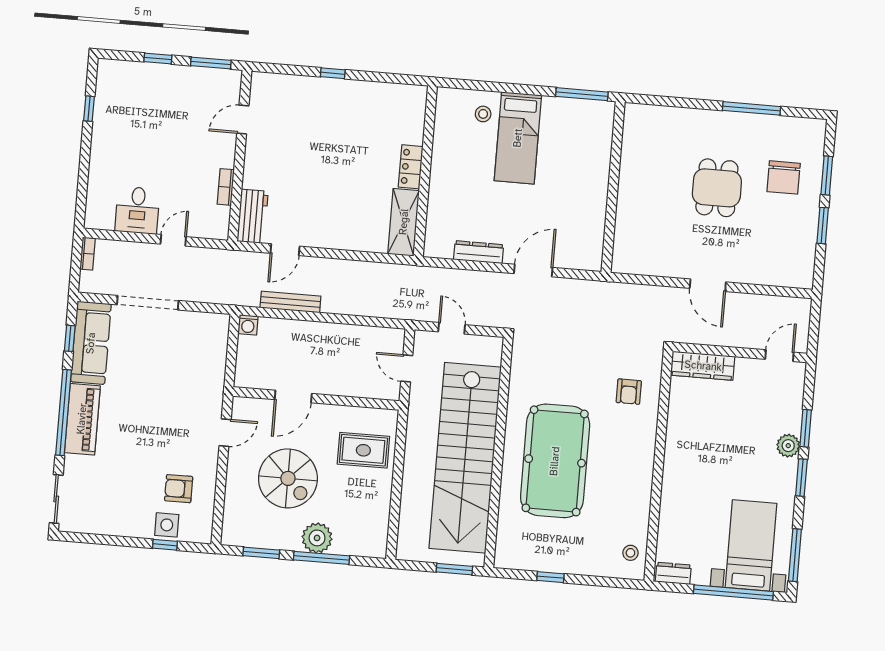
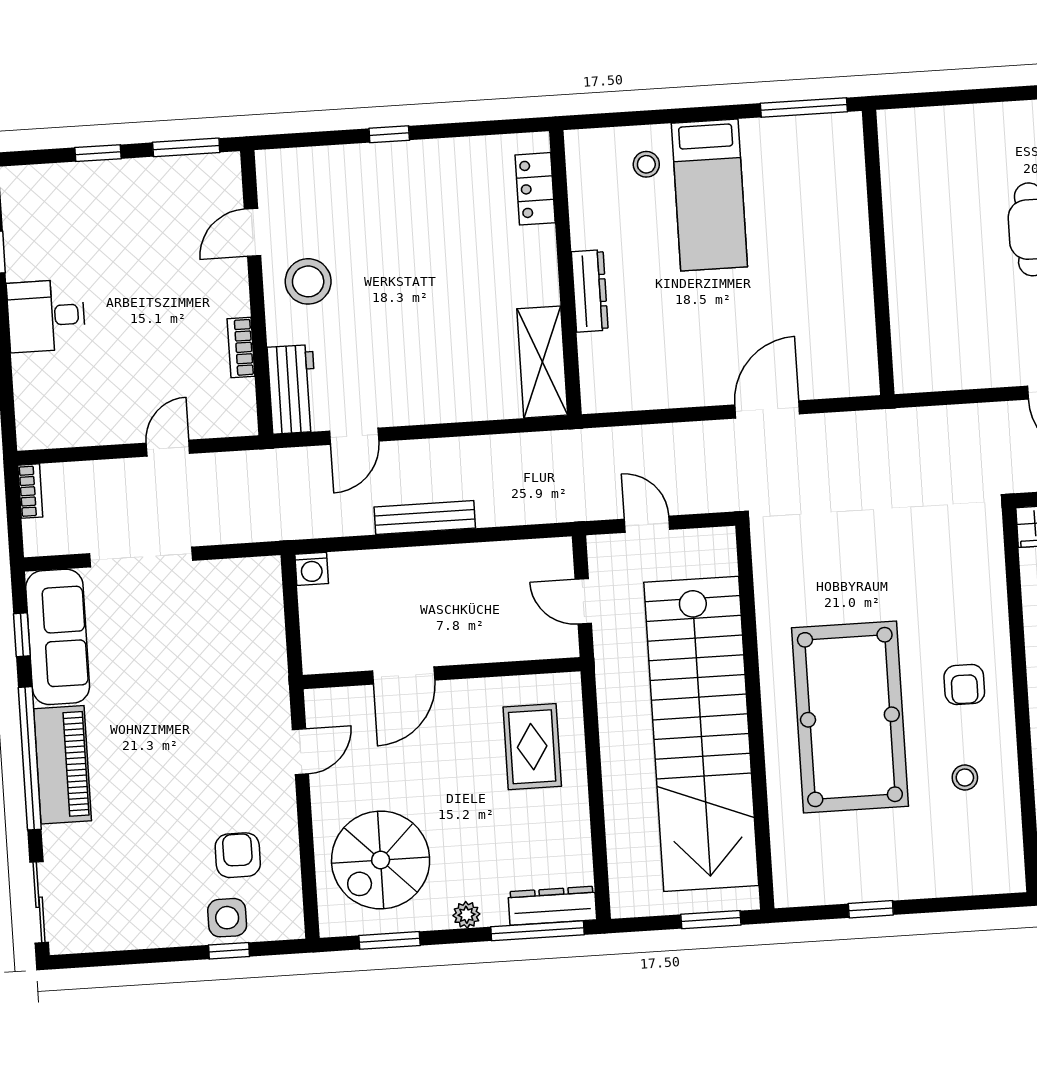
stool: (271, 154) -> (308, 281), added
locker: (411, 167) -> (535, 189), moved
desk: (137, 210) -> (46, 316), moved, turned 90
dresser: (479, 252) -> (590, 291), moved, turned 90
bench: (290, 302) -> (425, 518), moved
armchair: (629, 392) -> (964, 685), moved
rug: (363, 450) -> (532, 747), turned 90
spiral stairs: (288, 478) -> (381, 860), moved, turned 90
armchair: (179, 489) -> (238, 855), turned 90
plant: (317, 538) -> (466, 915), width x0.53, depth x0.53
dresser: (361, 547) -> (552, 906), added
stool: (630, 553) -> (965, 778), moved
window: (321, 558) -> (538, 931), moved

